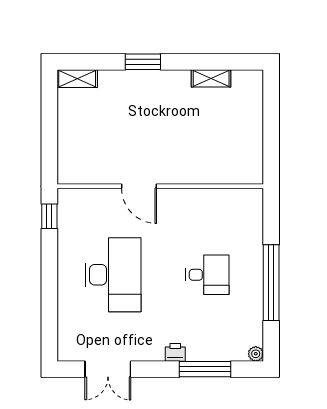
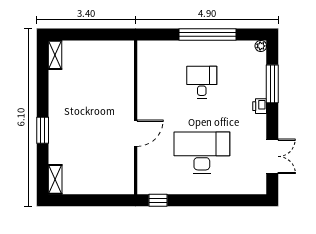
shelving: (211, 78) -> (55, 55), moved

